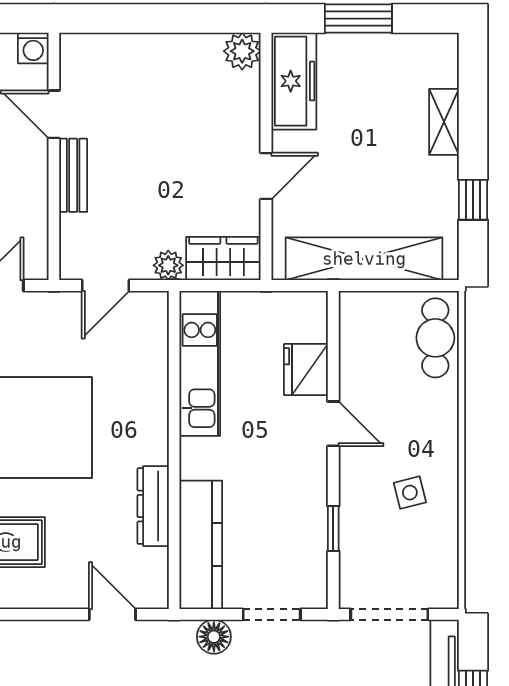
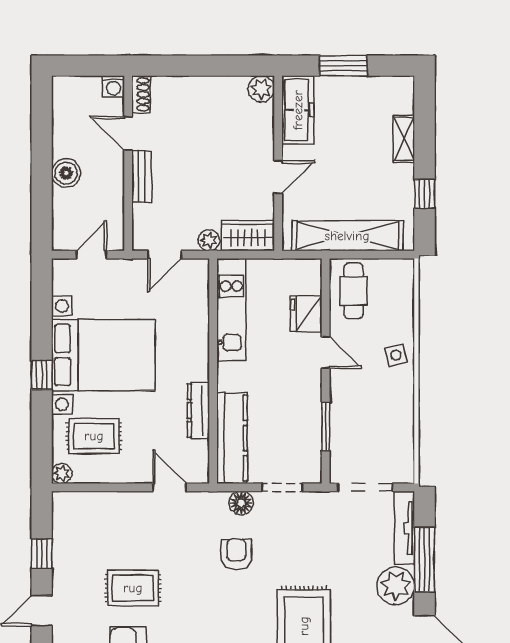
shoe rack: (72, 59) -> (141, 94), added
cafe table: (435, 338) -> (354, 291), moved
side table: (410, 493) -> (396, 355), moved
window: (333, 528) -> (326, 426), width x1.50

